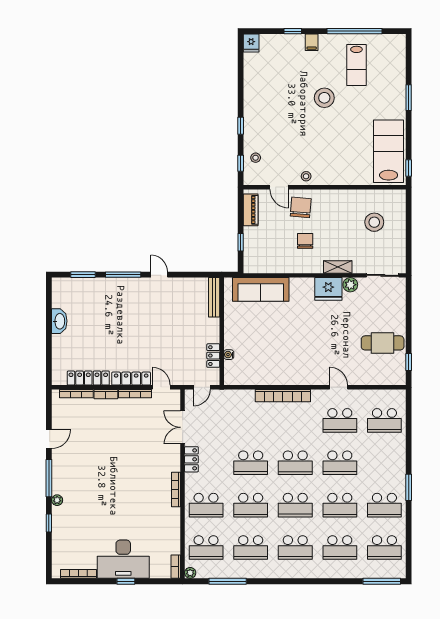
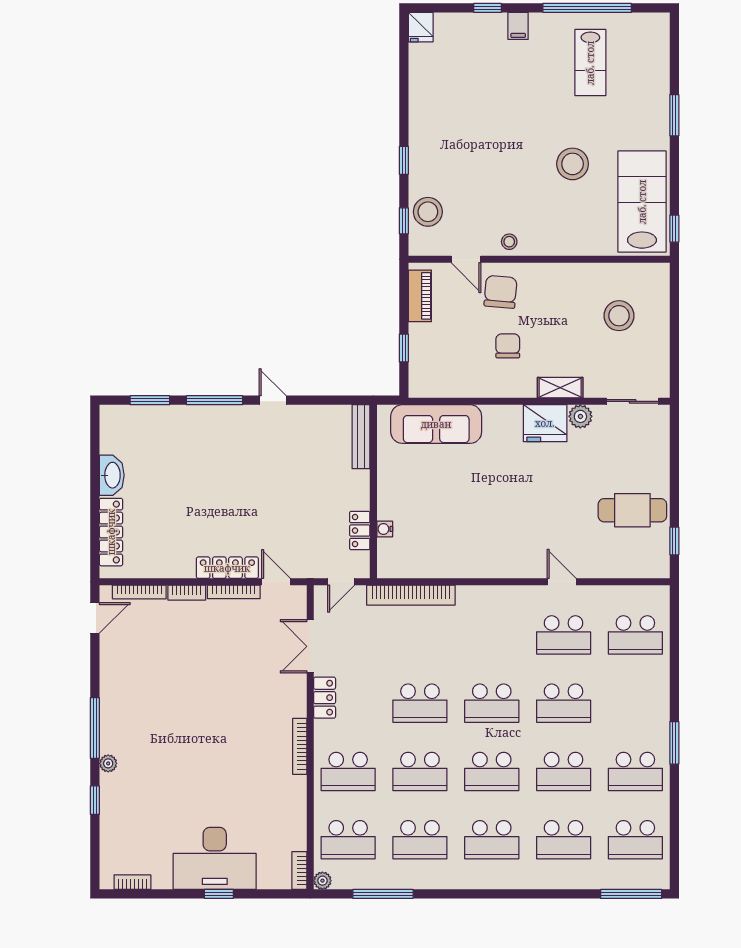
stool: (324, 98) -> (573, 164), moved
stool: (256, 158) -> (428, 212), width x1.89, depth x1.89
locker: (88, 378) -> (111, 532), moved, turned 90
bookcase: (283, 396) -> (411, 595), moved
door: (49, 439) -> (95, 618), moved
bookcase: (79, 574) -> (132, 882), width x0.64

